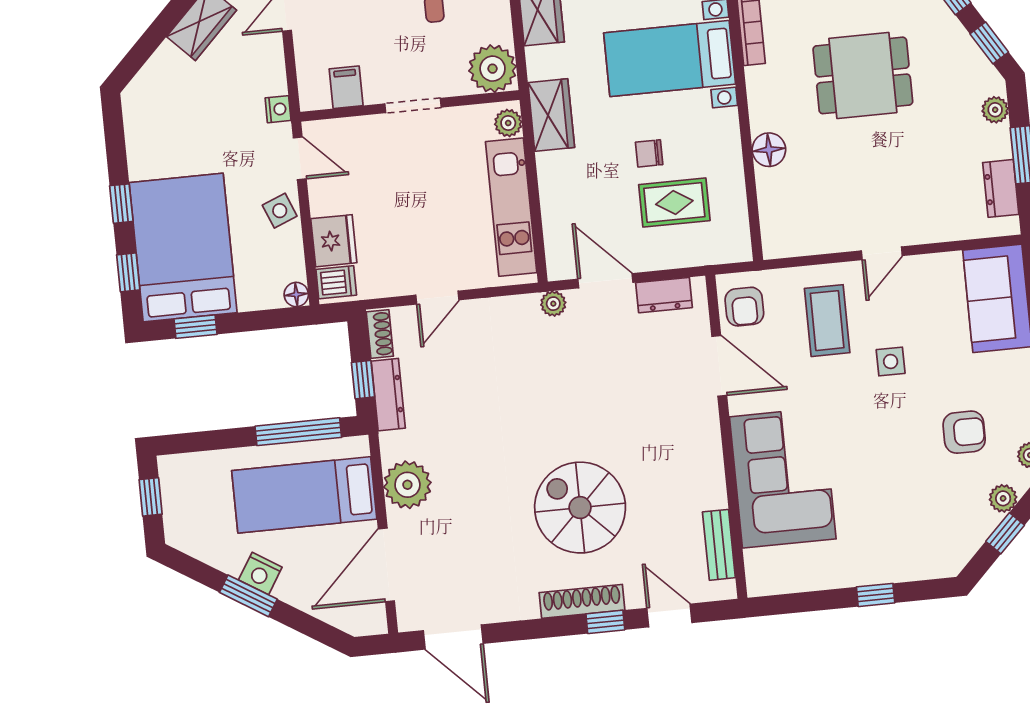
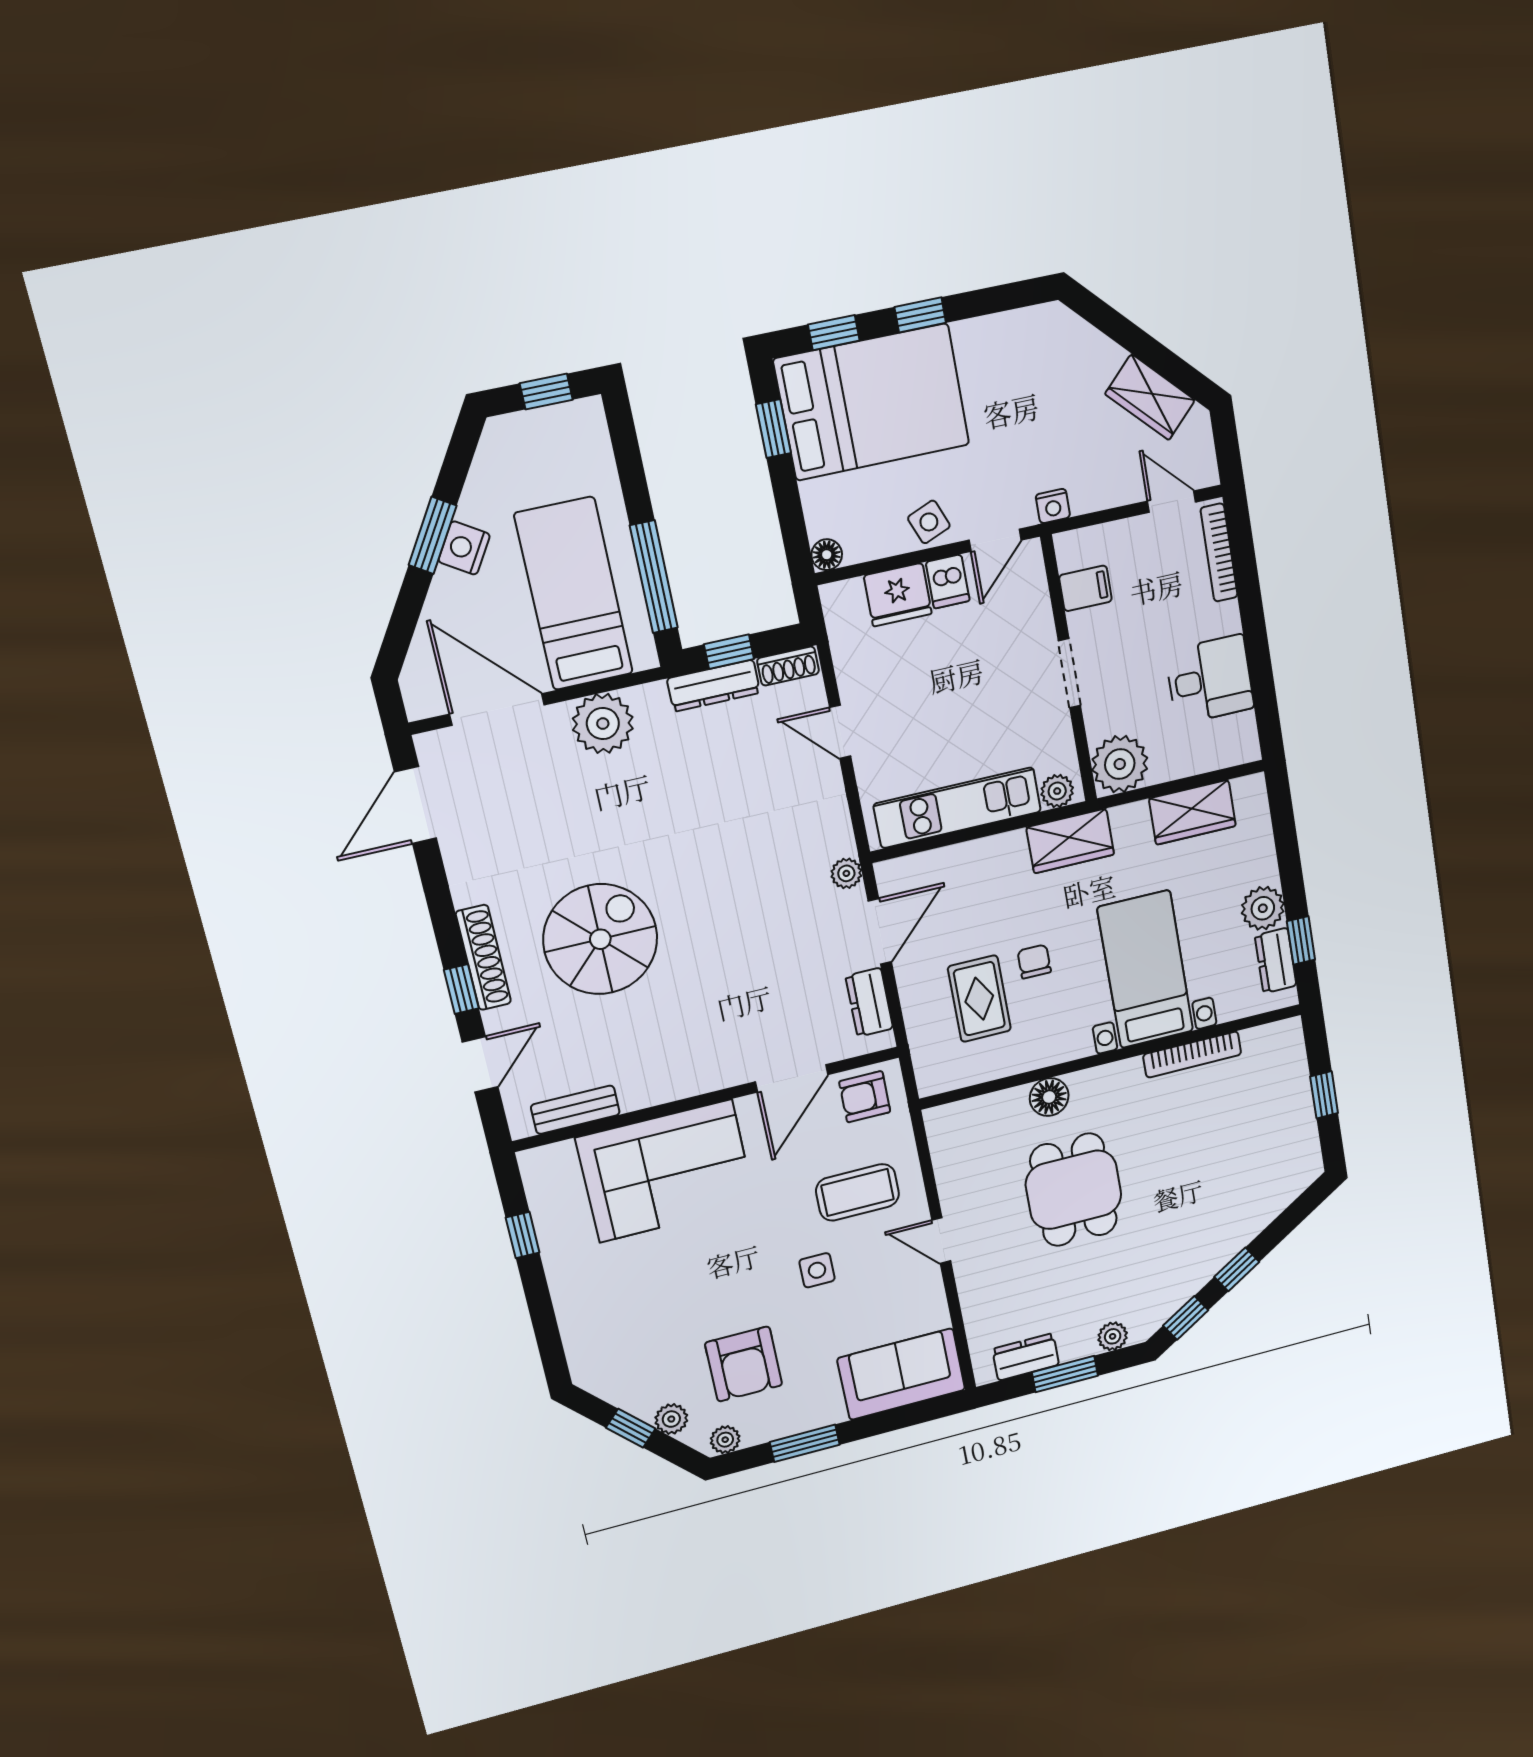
dining table: (863, 75) -> (1073, 1190), moved
dishwasher: (336, 282) -> (948, 581), moved
armchair: (964, 432) -> (744, 1364), width x1.38, depth x1.38
window: (876, 595) -> (523, 1235), moved

